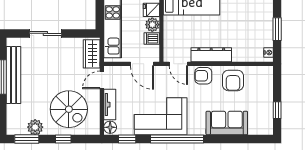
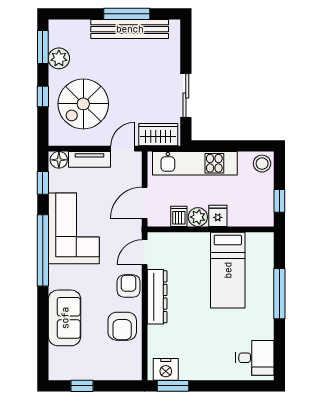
window: (277, 29) -> (173, 386), moved
sliding door: (45, 33) -> (186, 96), moved
nightstand: (268, 53) -> (166, 369), width x1.89, depth x1.79
door: (102, 80) -> (123, 149), hinge flipped
armchair: (233, 80) -> (122, 326), turned -90

